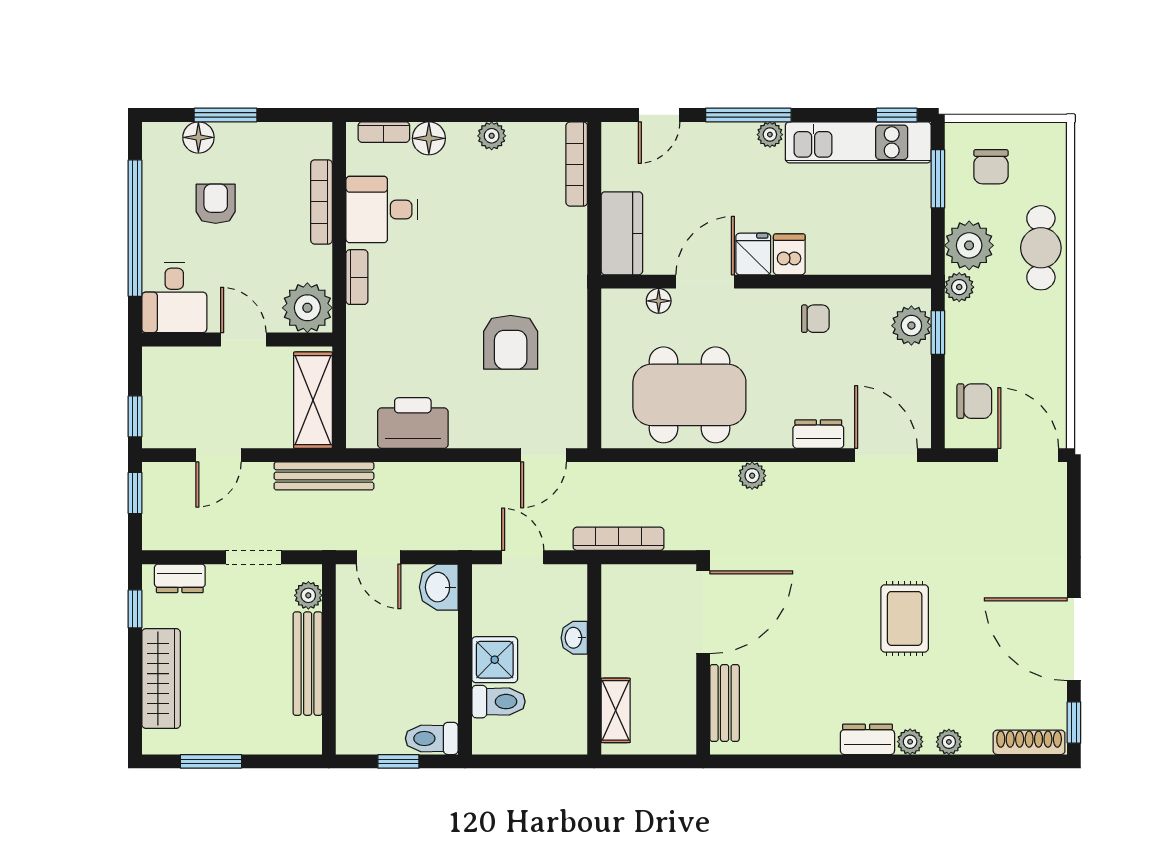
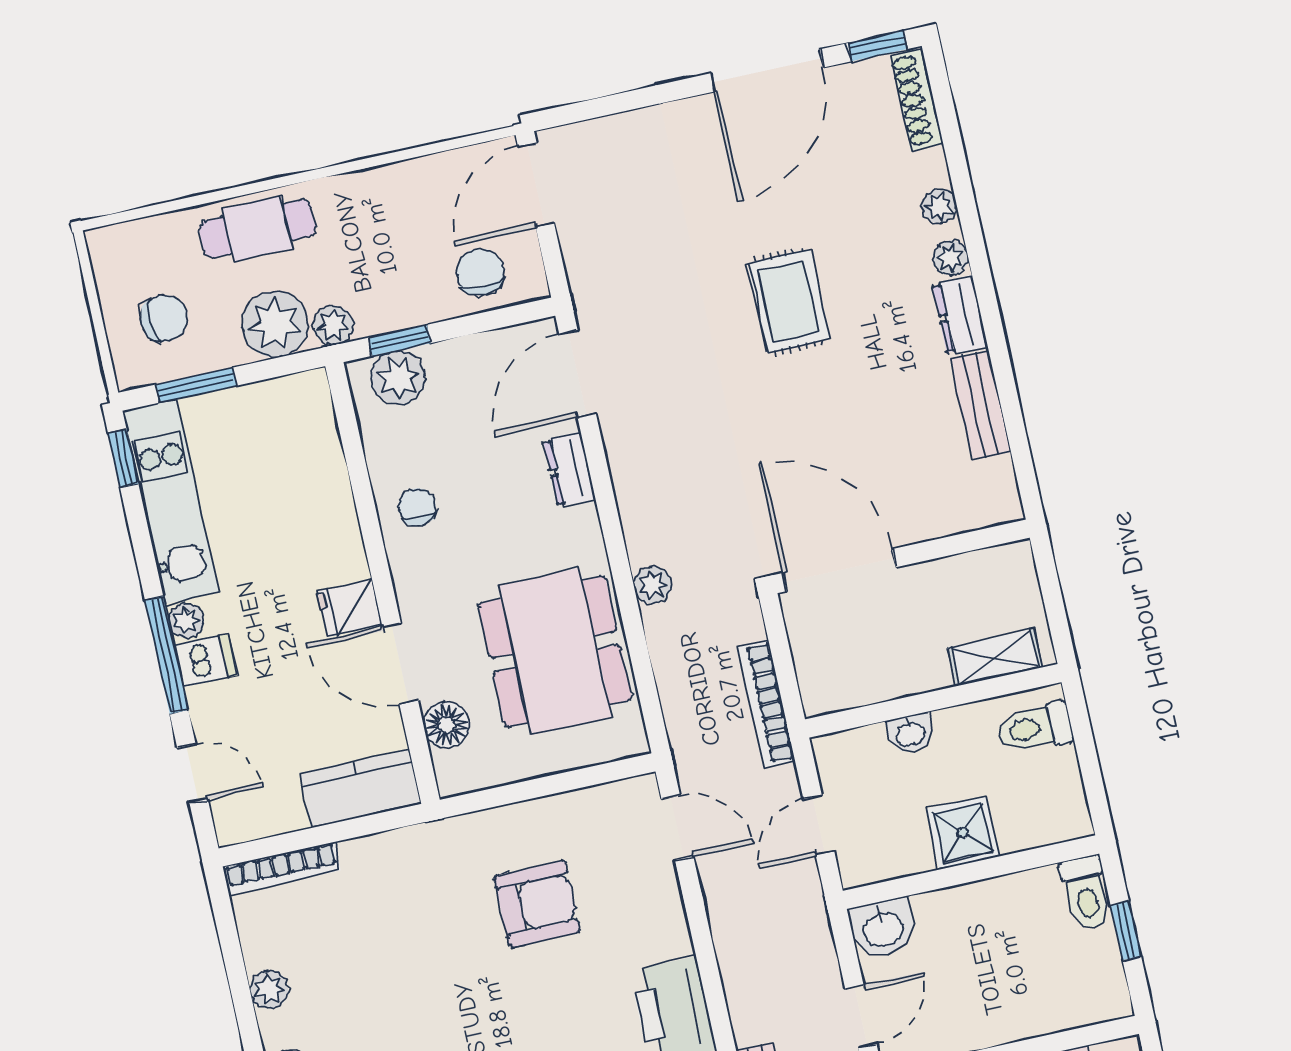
dishwasher: (789, 254) -> (206, 660), moved, turned 180
floor lamp: (659, 301) -> (447, 725), width x1.37, depth x1.37
plant: (752, 476) -> (653, 585), moved
rug: (905, 618) -> (789, 301), turned 90
toilet: (499, 702) -> (1035, 728), moved, turned -90
bench: (725, 703) -> (980, 405), moved, turned 90

